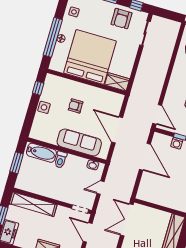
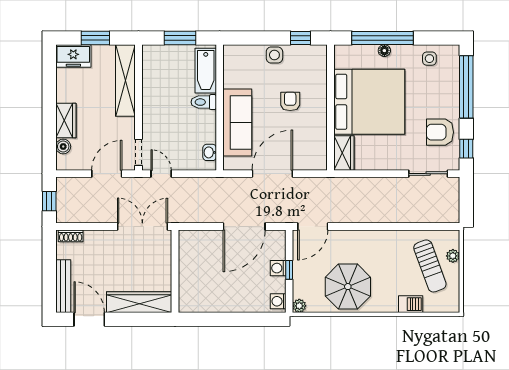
door: (101, 188) -> (161, 174), moved

